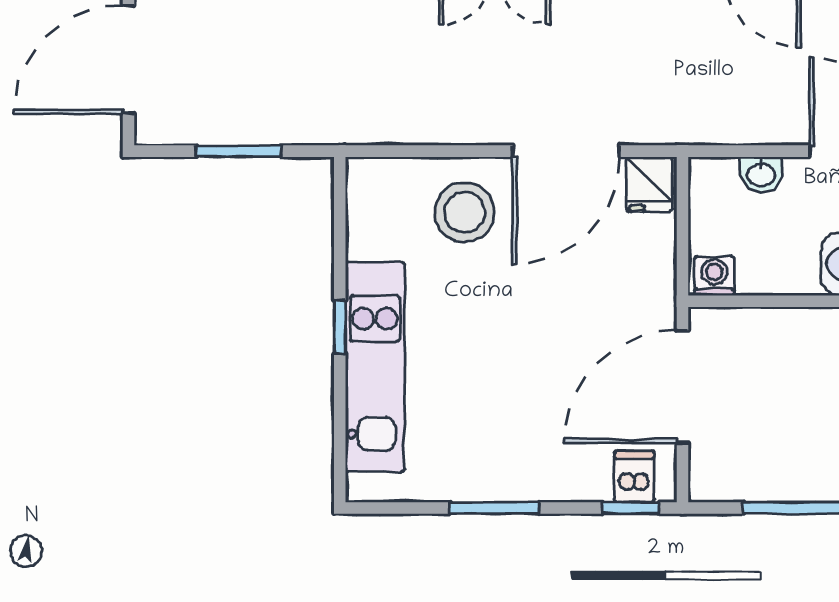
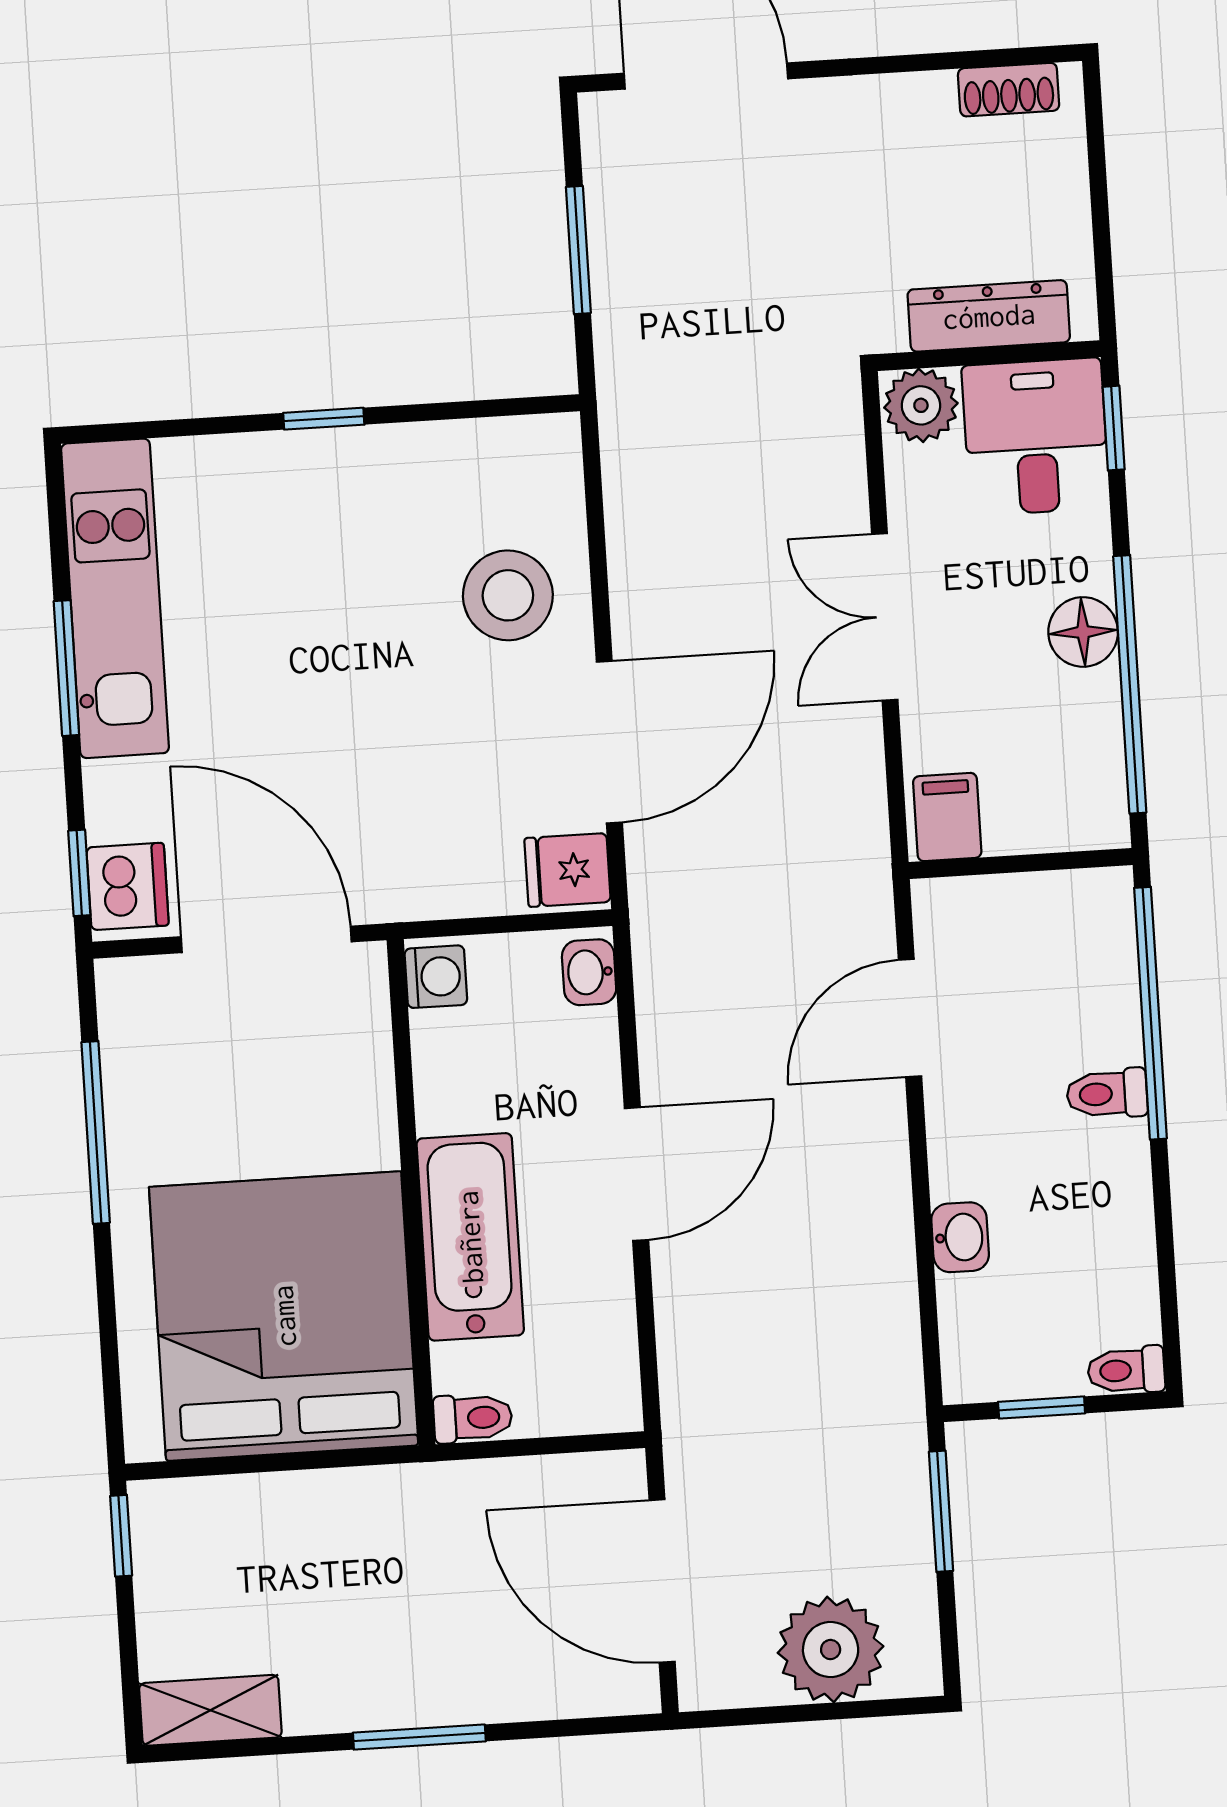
door: (566, 151) -> (609, 742), swing flipped
washbasin: (761, 174) -> (589, 972), moved
kitchen unit: (375, 367) -> (115, 598), moved, turned -90
dishwasher: (634, 477) -> (128, 886), width x1.38

